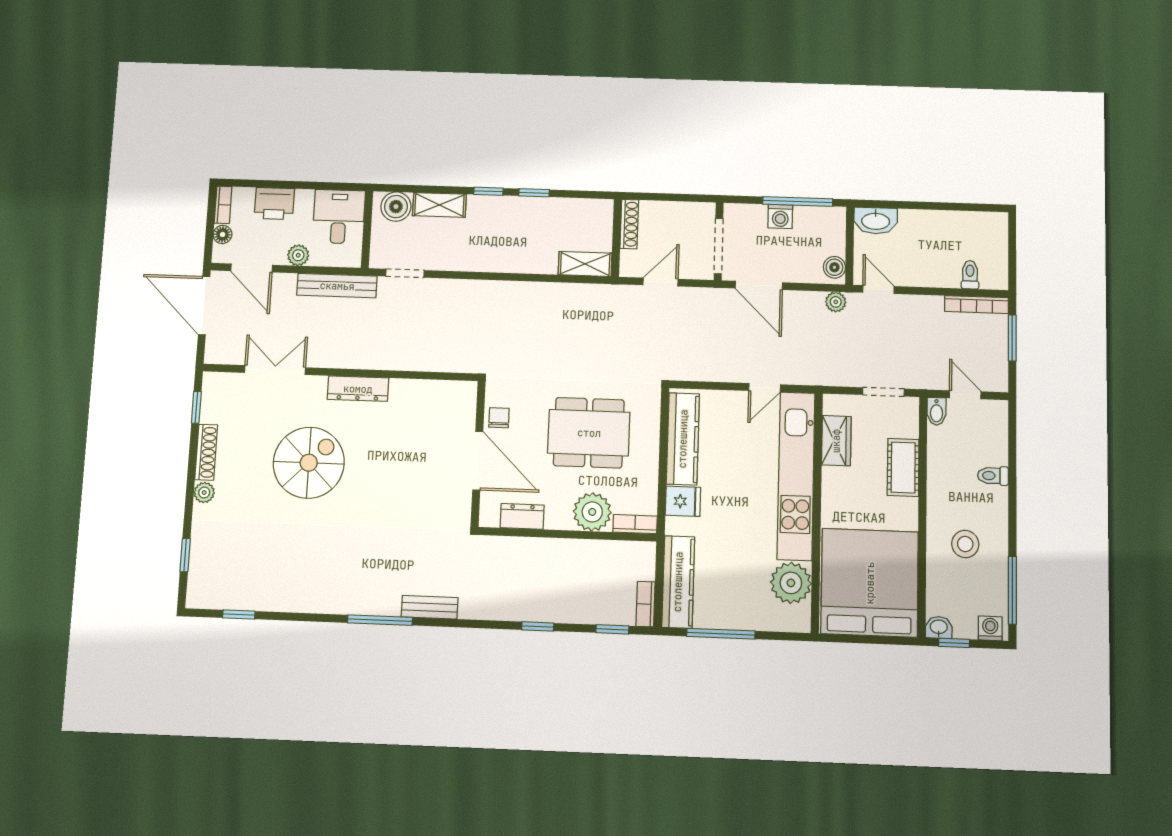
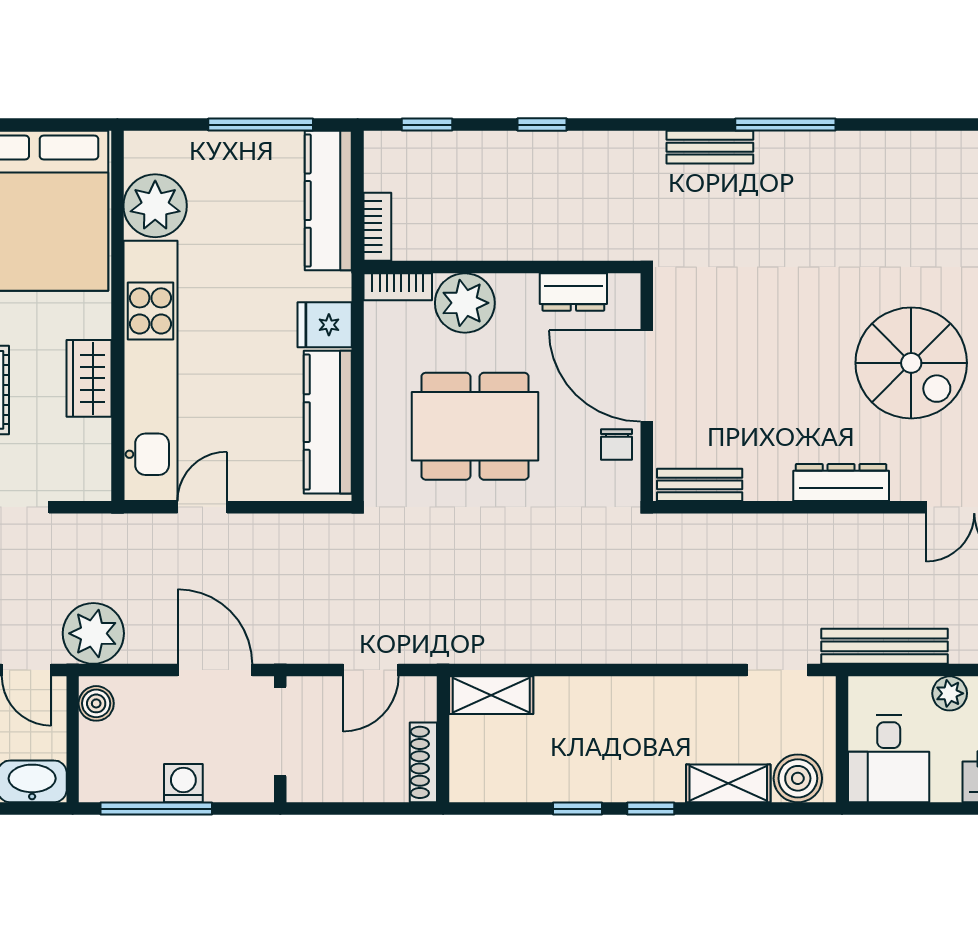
plant: (836, 302) -> (93, 633), width x1.87, depth x1.87
bench: (448, 390) -> (700, 485), added
wardrobe: (836, 441) -> (89, 378), moved
spiral stairs: (309, 463) -> (911, 363), turned -90
bookcase: (646, 604) -> (377, 227), moved

